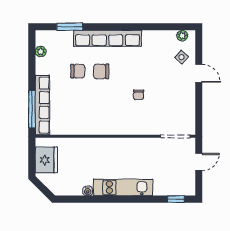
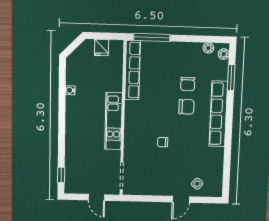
plant: (182, 36) -> (224, 54), moved
chair: (101, 71) -> (186, 107), turned 90
row of seats: (42, 105) -> (133, 70), moved, turned -90
fridge: (46, 160) -> (102, 48), width x0.53, depth x0.75
kitchen unit: (123, 187) -> (114, 121), moved, turned 180

